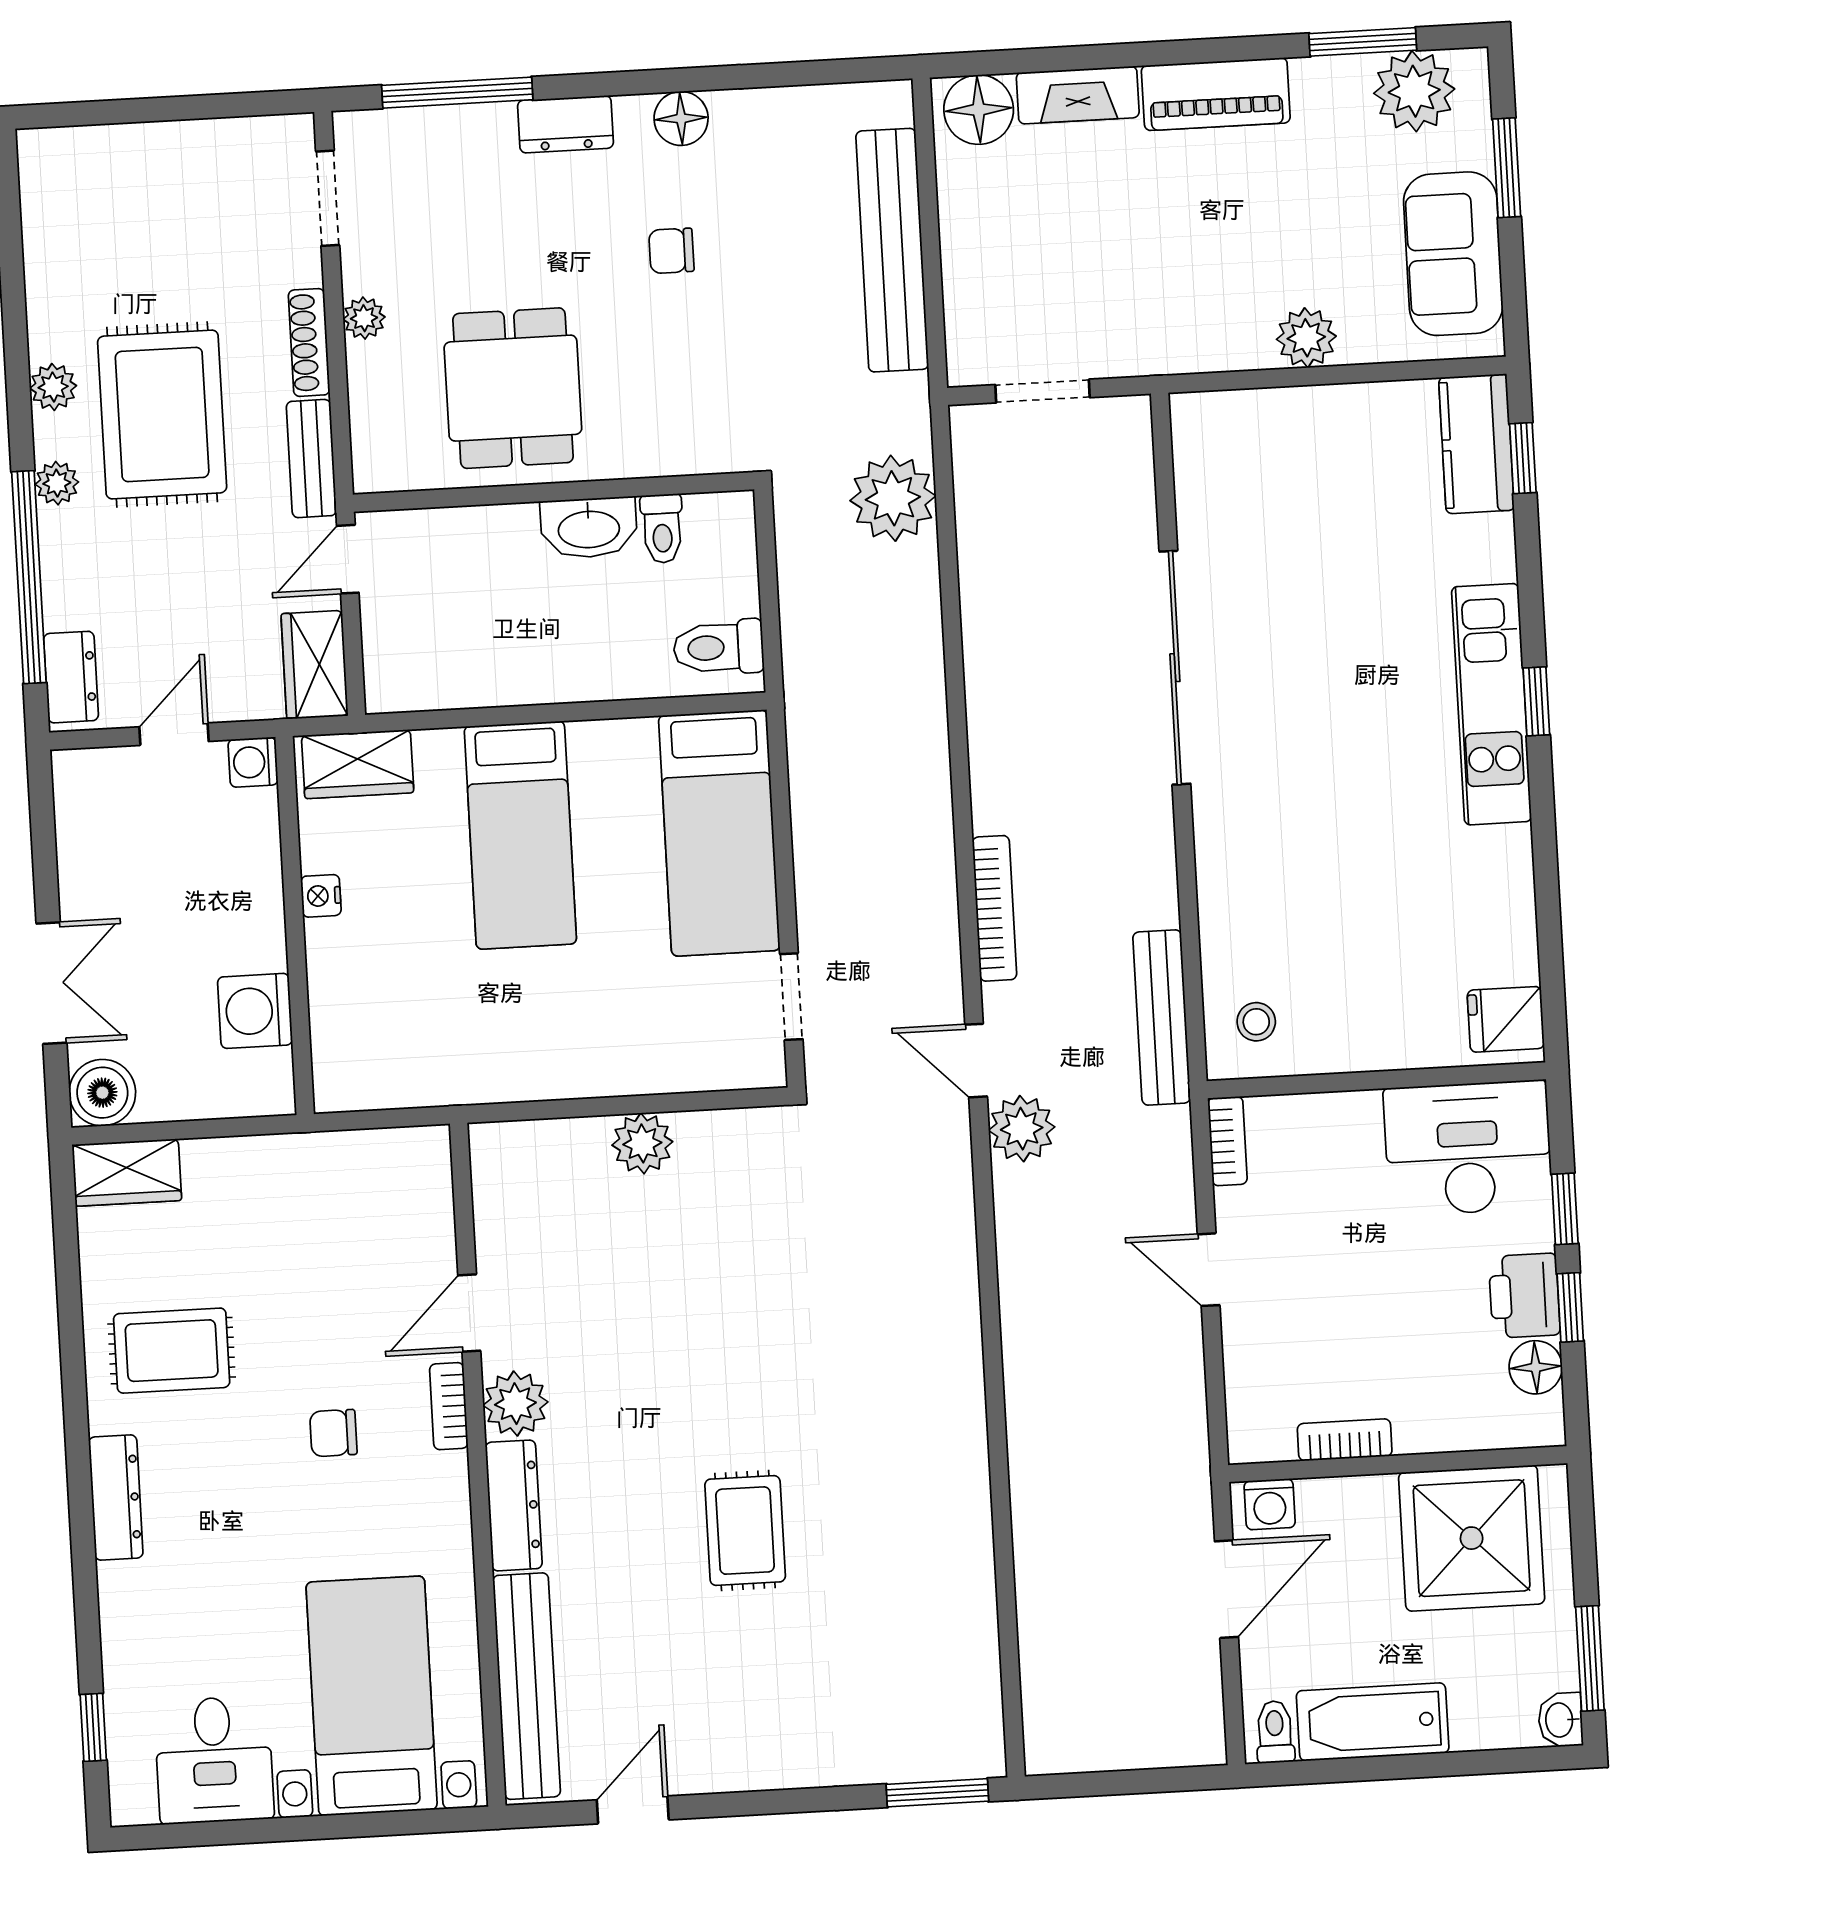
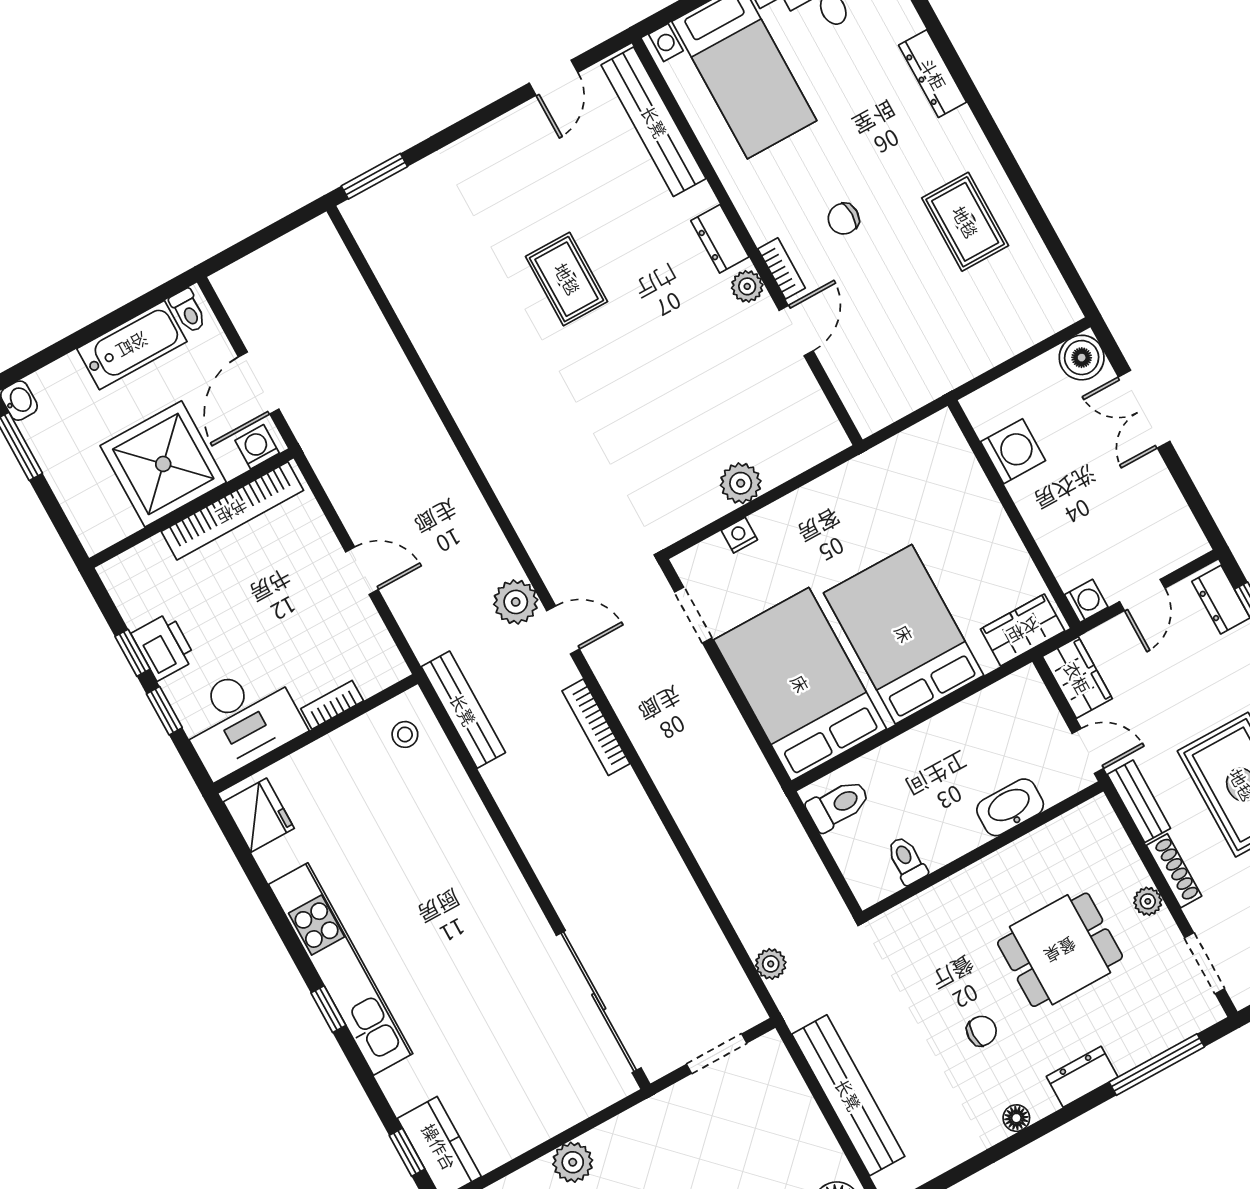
floor lamp: (681, 118) -> (1016, 1118), width x0.73, depth x0.73
dining table: (513, 388) -> (1060, 950), moved, turned 90
plant: (893, 498) -> (771, 964), width x0.53, depth x0.53
washbasin: (589, 528) -> (1010, 807), moved
door: (348, 559) -> (1088, 751), hinge flipped
sliding door: (1175, 668) -> (599, 1002), moved
kitchen unit: (1492, 704) -> (341, 969), width x1.36
bed: (719, 833) -> (800, 684), width x1.50
bed: (520, 835) -> (904, 634), width x1.50
nightstand: (321, 896) -> (739, 535), moved, turned -90
fridge: (1506, 1019) -> (259, 815), width x1.38
bookcase: (1227, 1141) -> (332, 705), moved, turned 90
wardrobe: (127, 1173) -> (1044, 316), removed
rug: (172, 1351) -> (965, 222), turned 90
floor lamp: (1536, 1367) -> (136, 607), removed
plant: (515, 1404) -> (747, 286), width x0.73, depth x0.73
chair: (333, 1433) -> (844, 219), turned 180
bookcase: (1345, 1440) -> (232, 511), width x2.31, depth x1.31
dresser: (116, 1498) -> (933, 74), moved
dresser: (514, 1505) -> (720, 239), width x0.70
shower: (1472, 1538) -> (163, 464), moved

